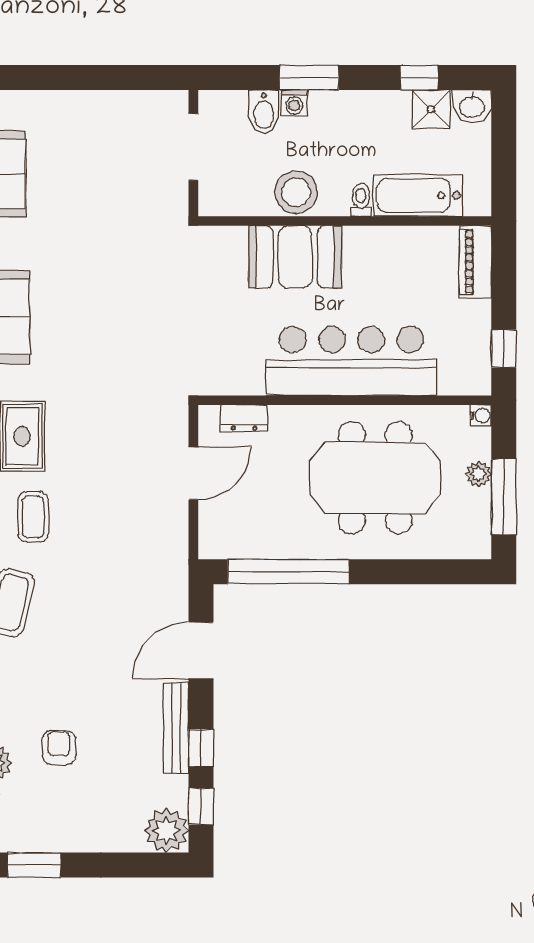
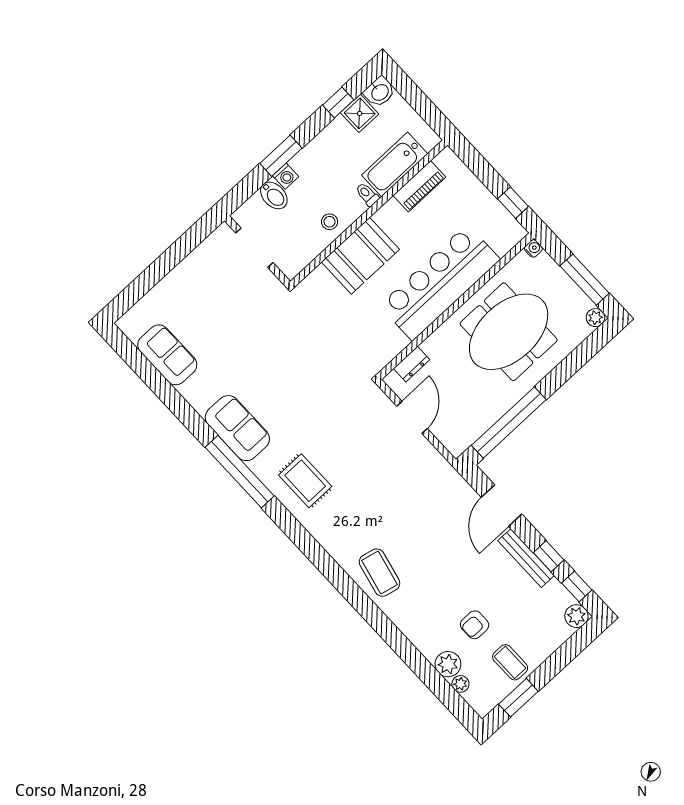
stool: (296, 192) -> (330, 222), width x0.53, depth x0.53
piano: (475, 262) -> (419, 186), moved, turned -90
plant: (479, 474) -> (595, 318), moved
coffee table: (33, 517) -> (510, 662), moved
armchair: (59, 748) -> (475, 625), turned -90
plant: (167, 831) -> (576, 616), width x0.73, depth x0.73

